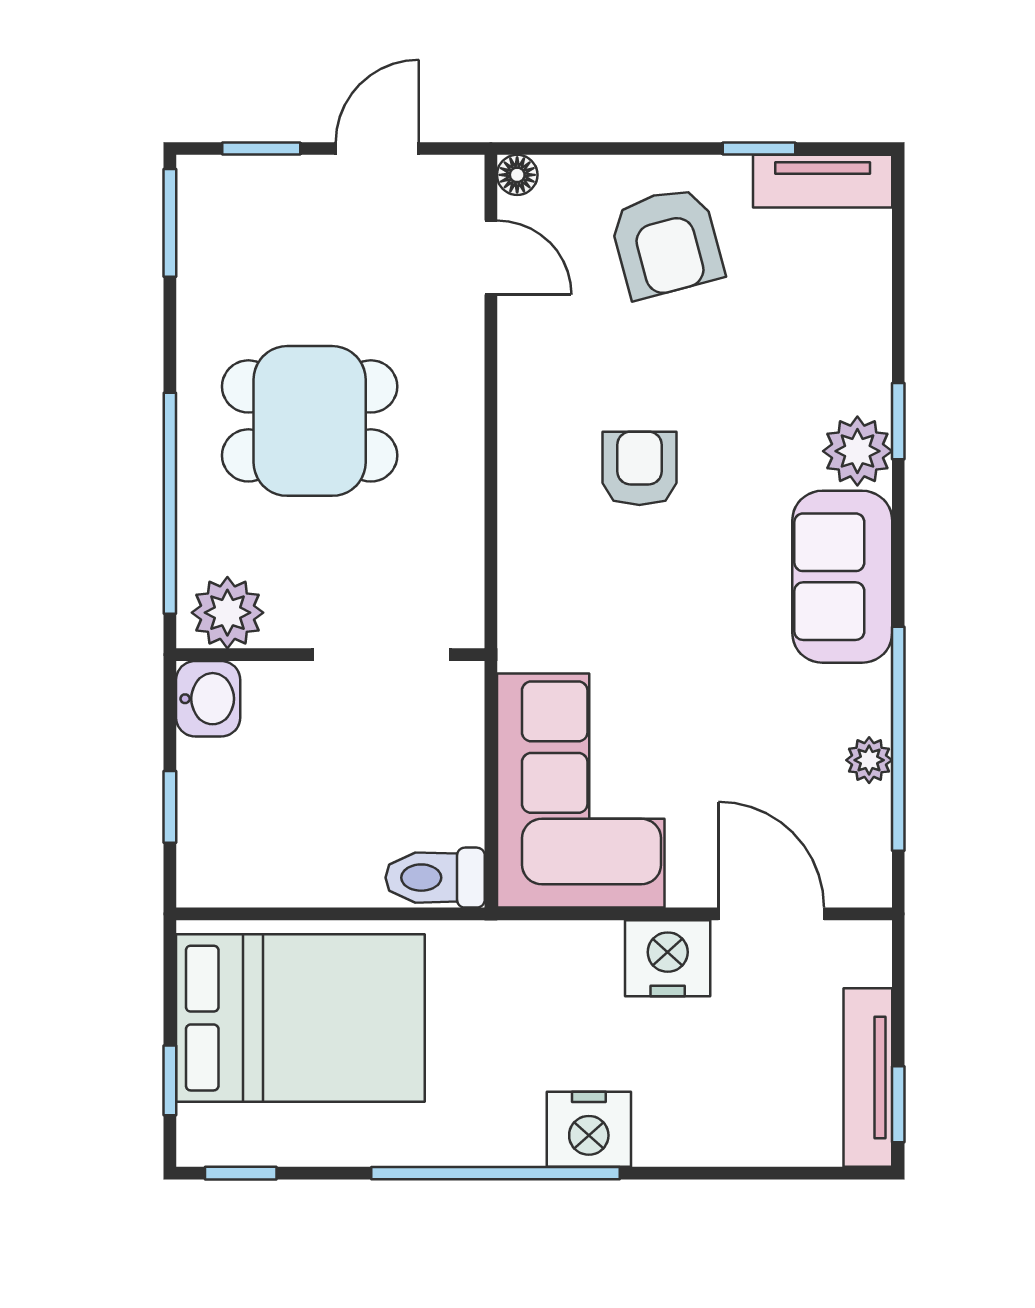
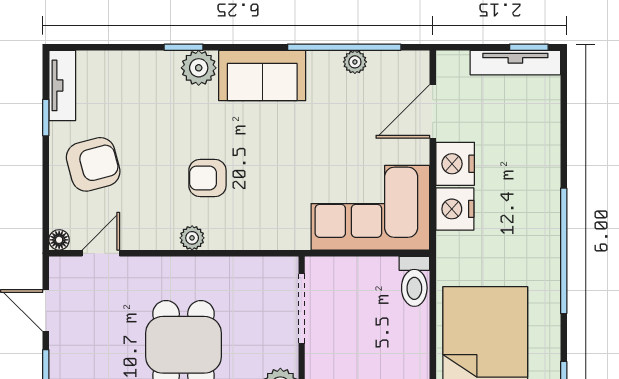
plant: (521, 438) -> (192, 238), added
nightstand: (589, 1129) -> (455, 209), moved, turned 180

